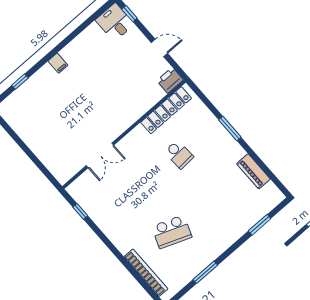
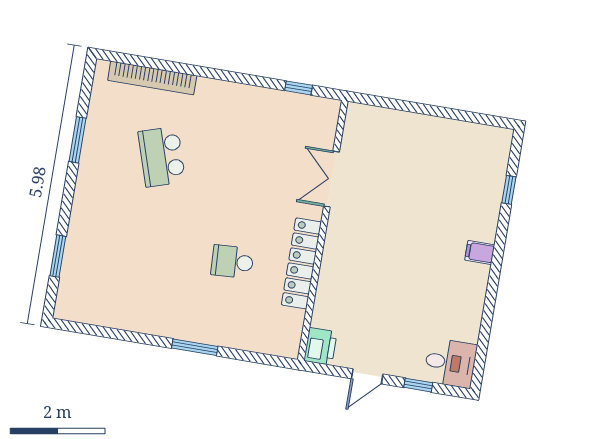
window: (129, 14) -> (418, 385), moved
locker: (166, 110) -> (301, 263), moved
piano: (253, 171) -> (121, 317), removed
school desk: (172, 232) -> (162, 157), turned -39

